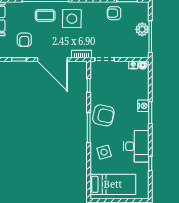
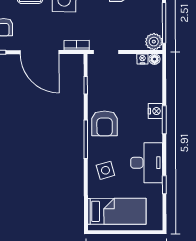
plant: (142, 29) -> (154, 42), moved
armchair: (103, 115) -> (105, 123), turned 78

